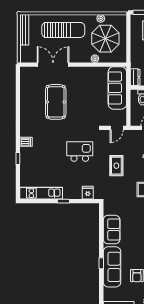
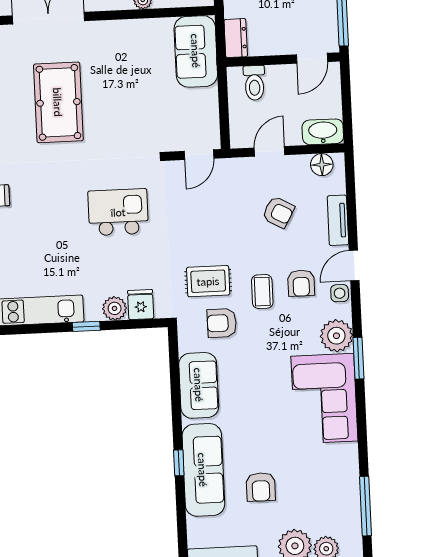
sofa: (117, 88) -> (196, 51), width x0.73
rug: (116, 166) -> (208, 281), moved, turned 90
plant: (76, 194) -> (115, 308), added
armchair: (123, 203) -> (222, 323), added

